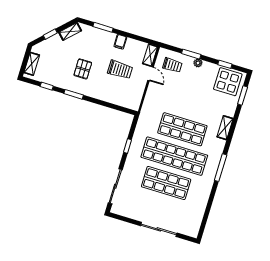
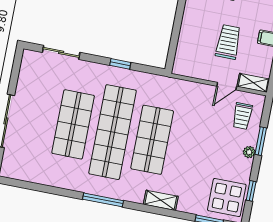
trolley: (120, 70) -> (228, 42), turned 180
sliding door: (115, 186) -> (61, 52), width x0.73

